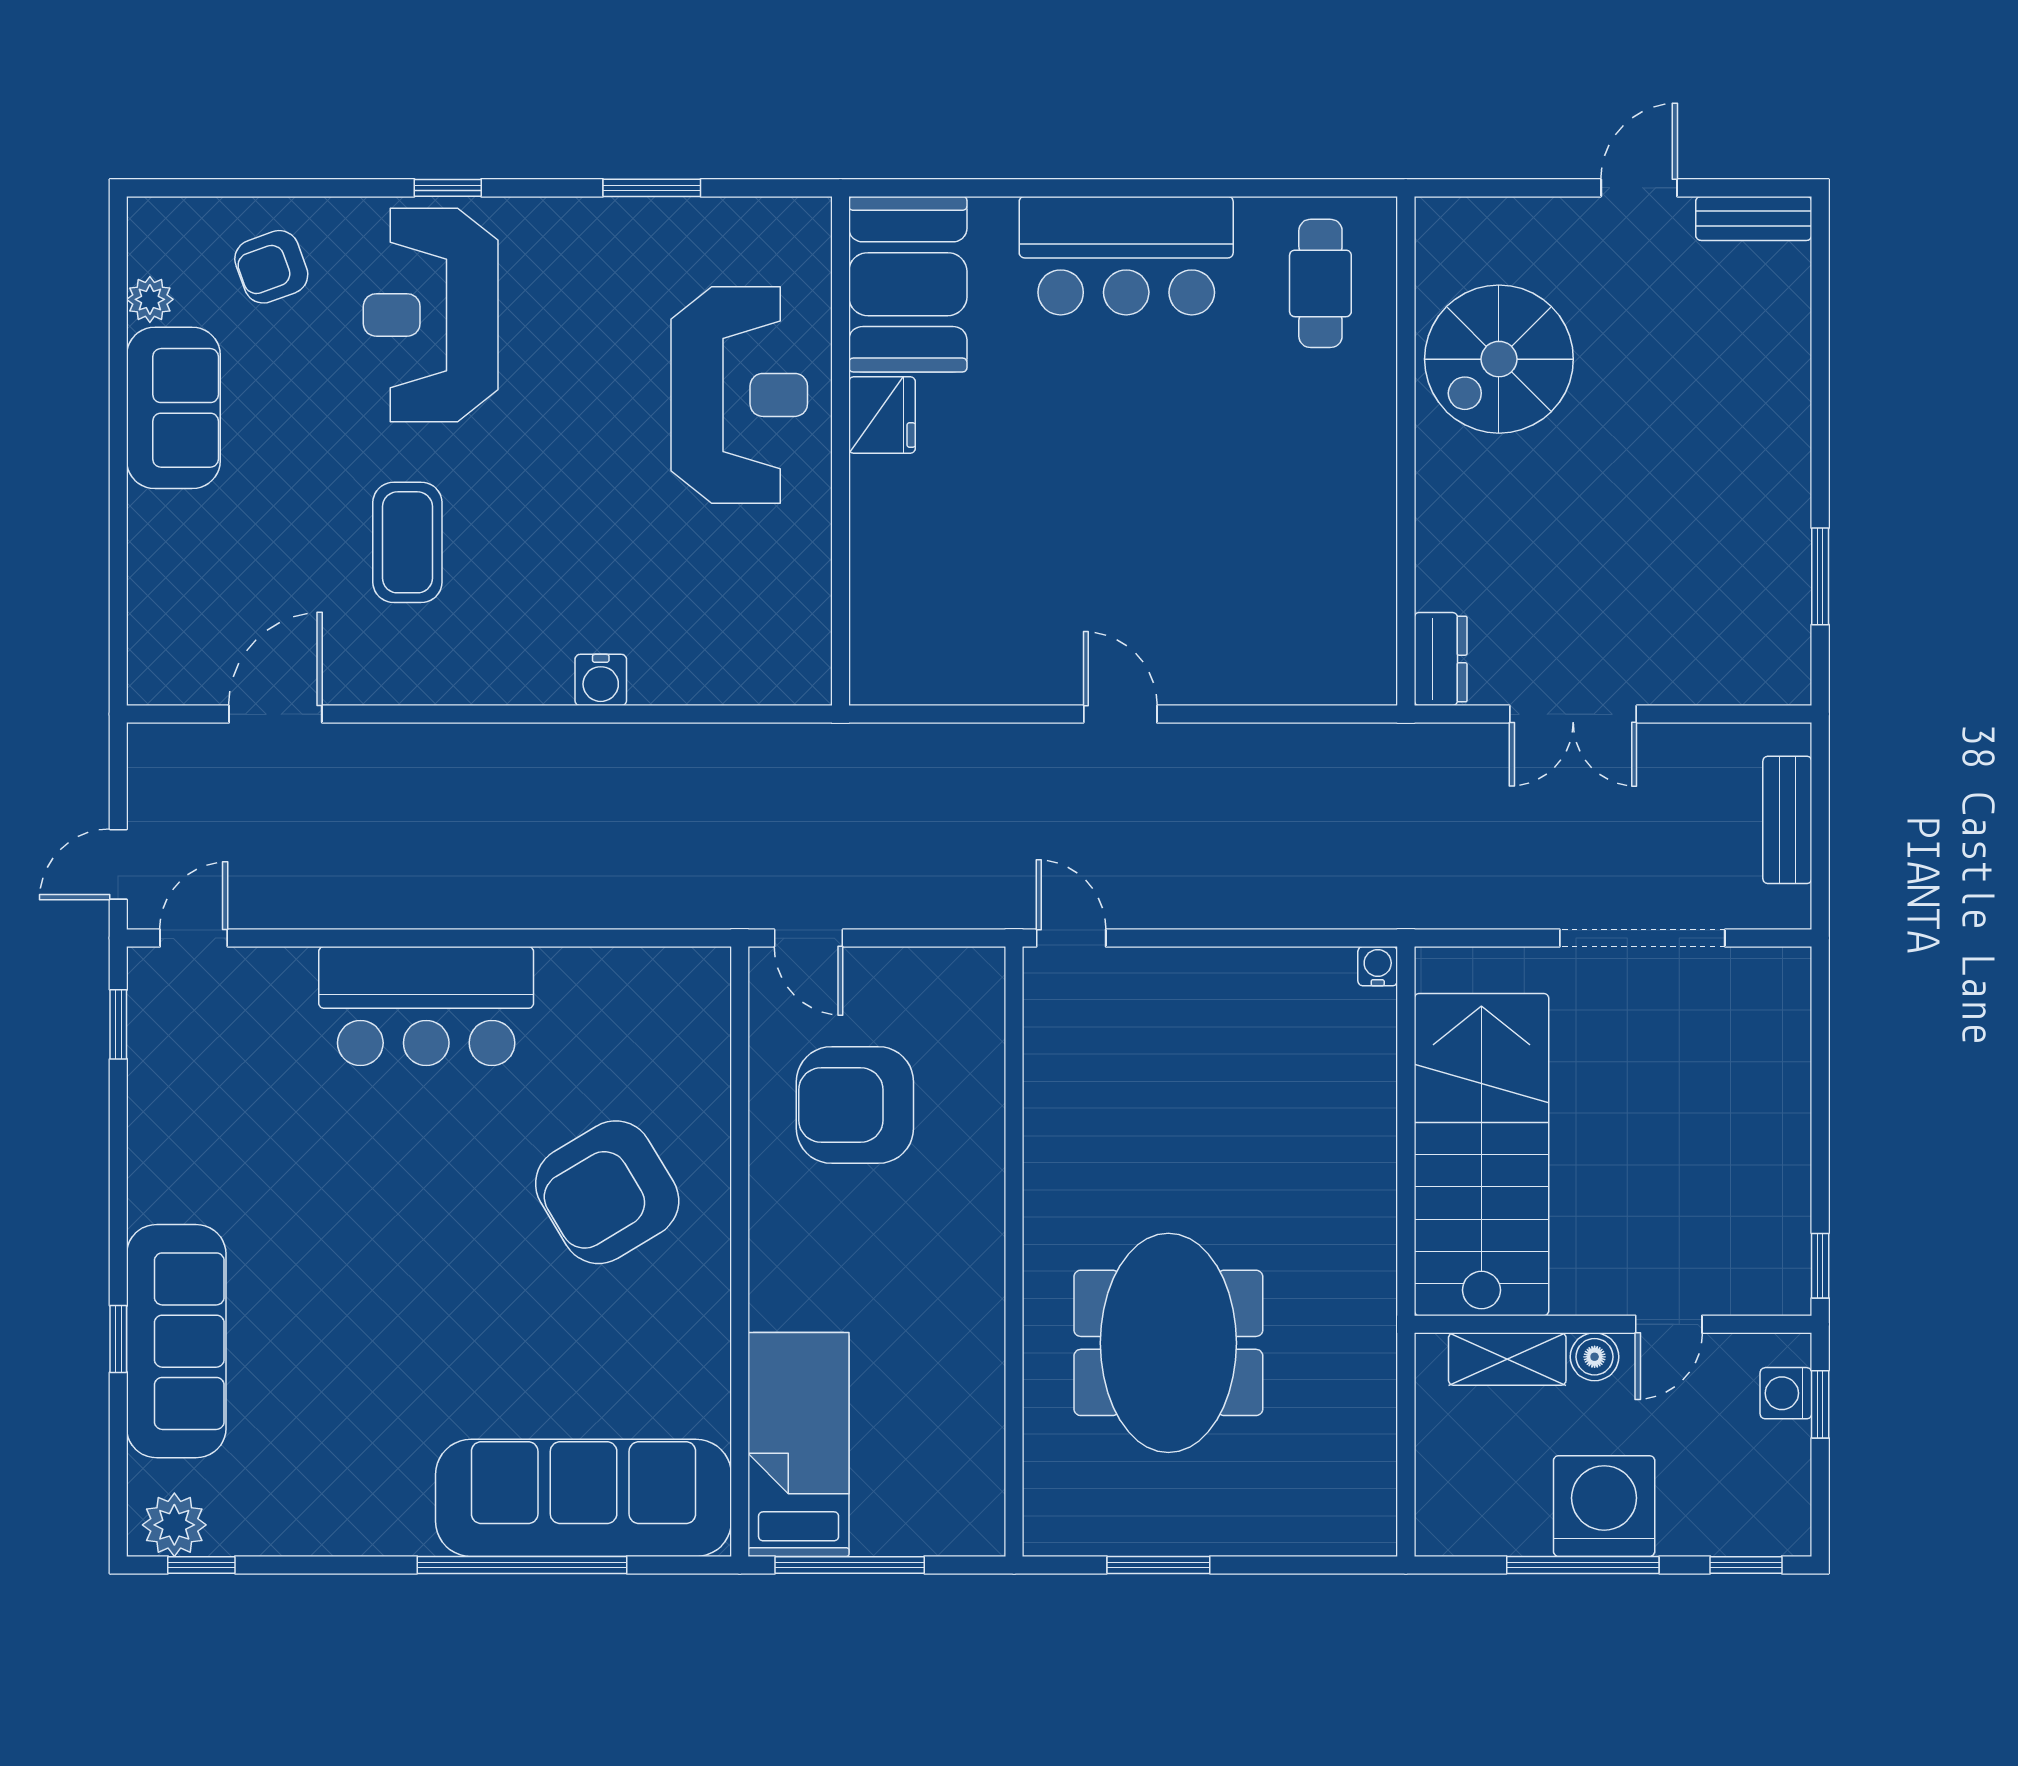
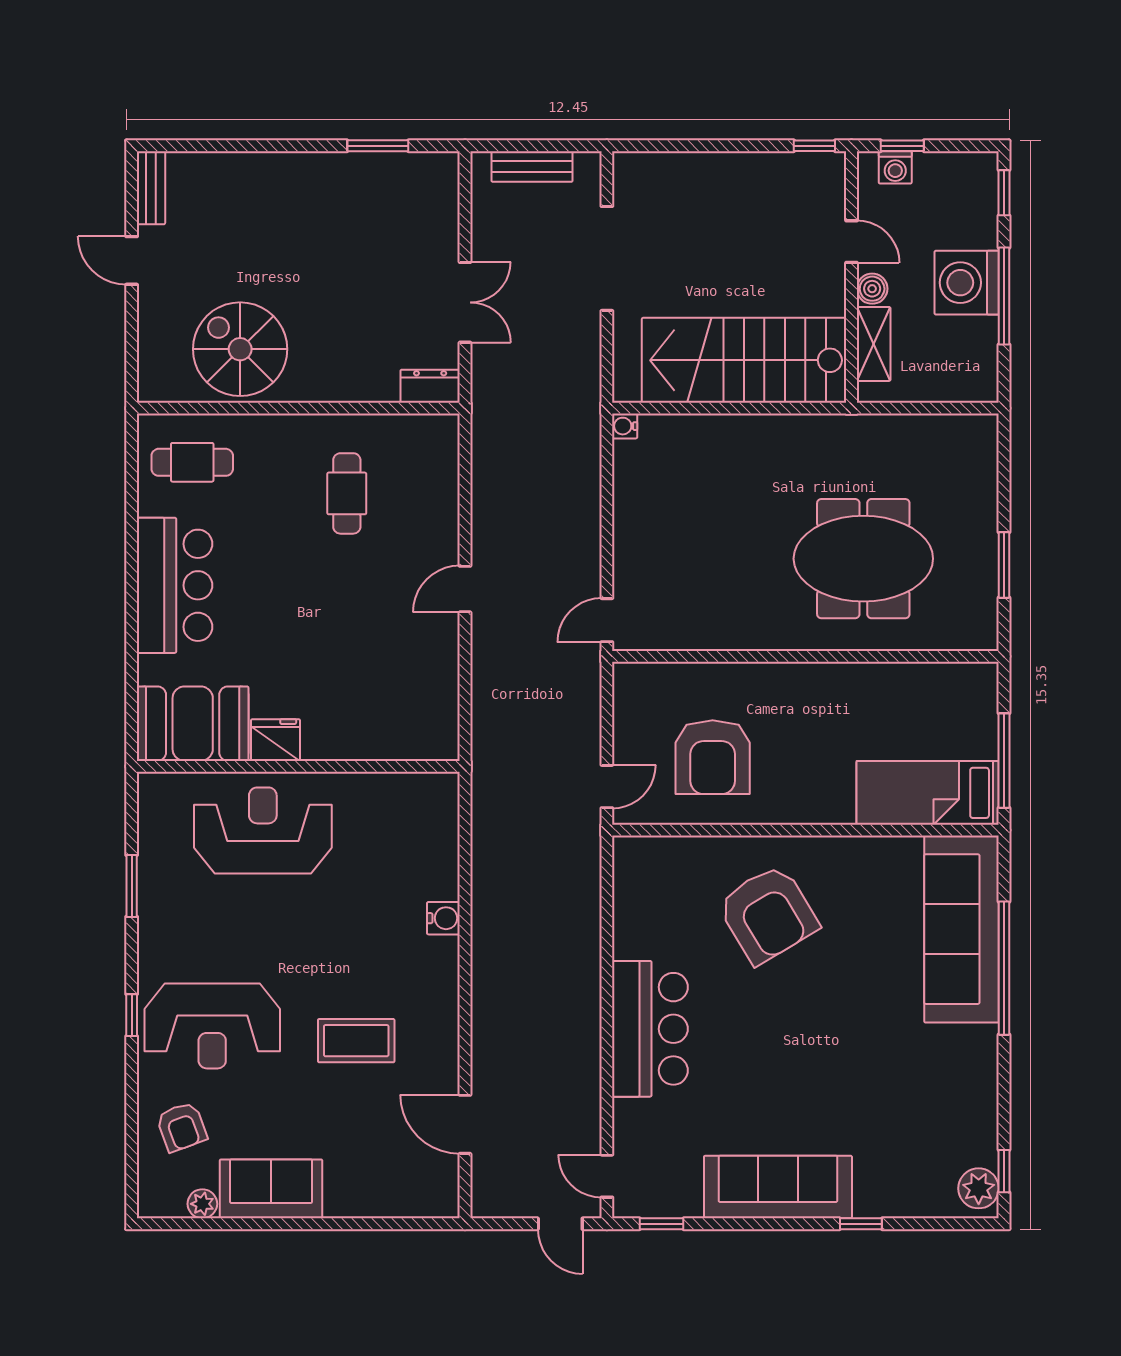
spiral stairs: (1499, 359) -> (240, 349), turned 180
cafe table: (1271, 528) -> (347, 493), added
sofa: (176, 1341) -> (778, 1187), moved

